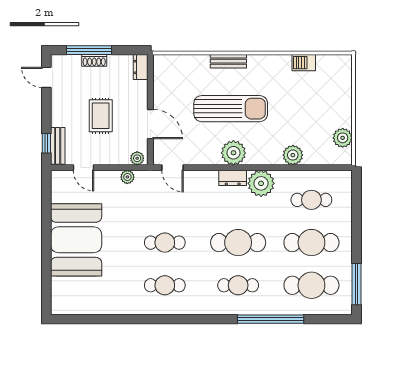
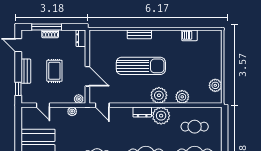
bench: (58, 146) -> (26, 71), moved
plant: (233, 153) -> (159, 95), moved

